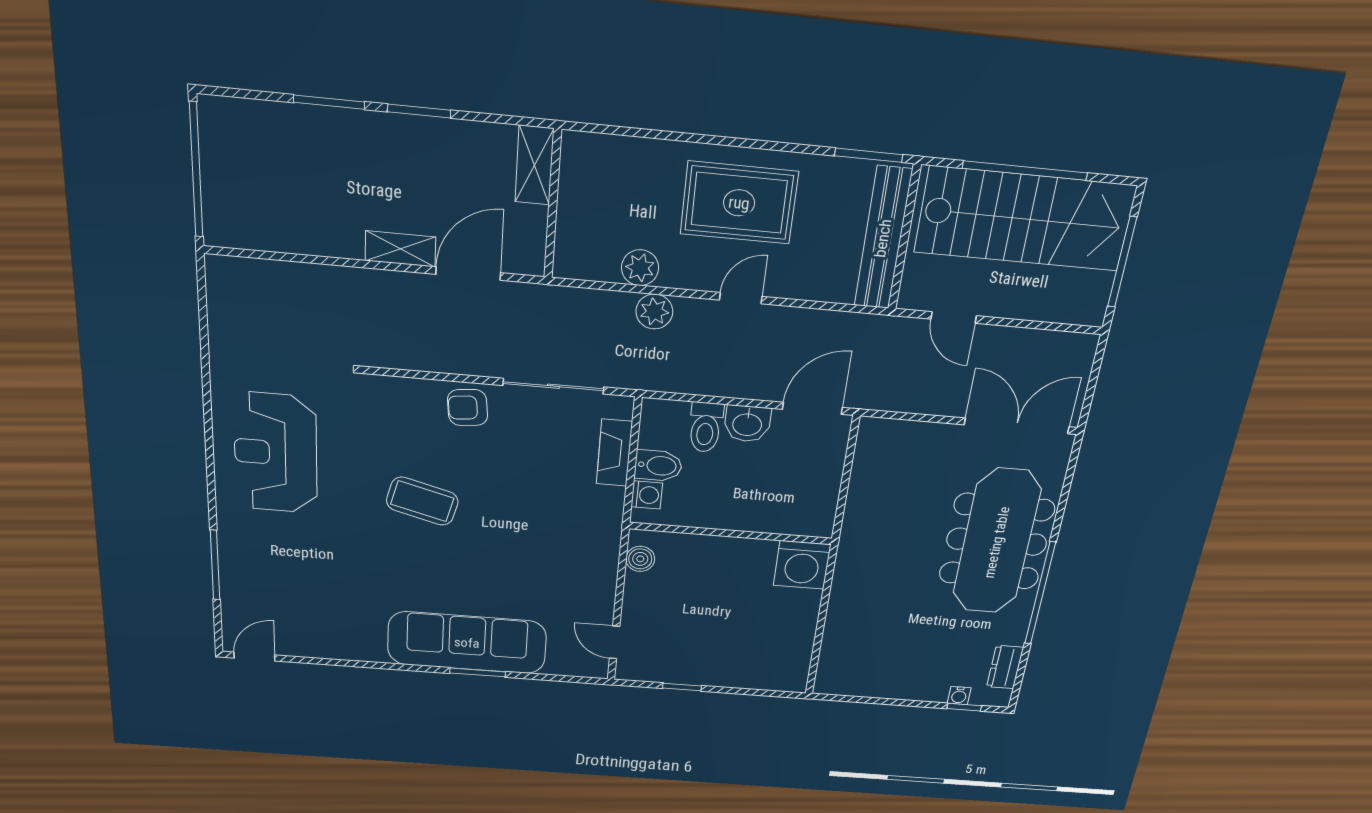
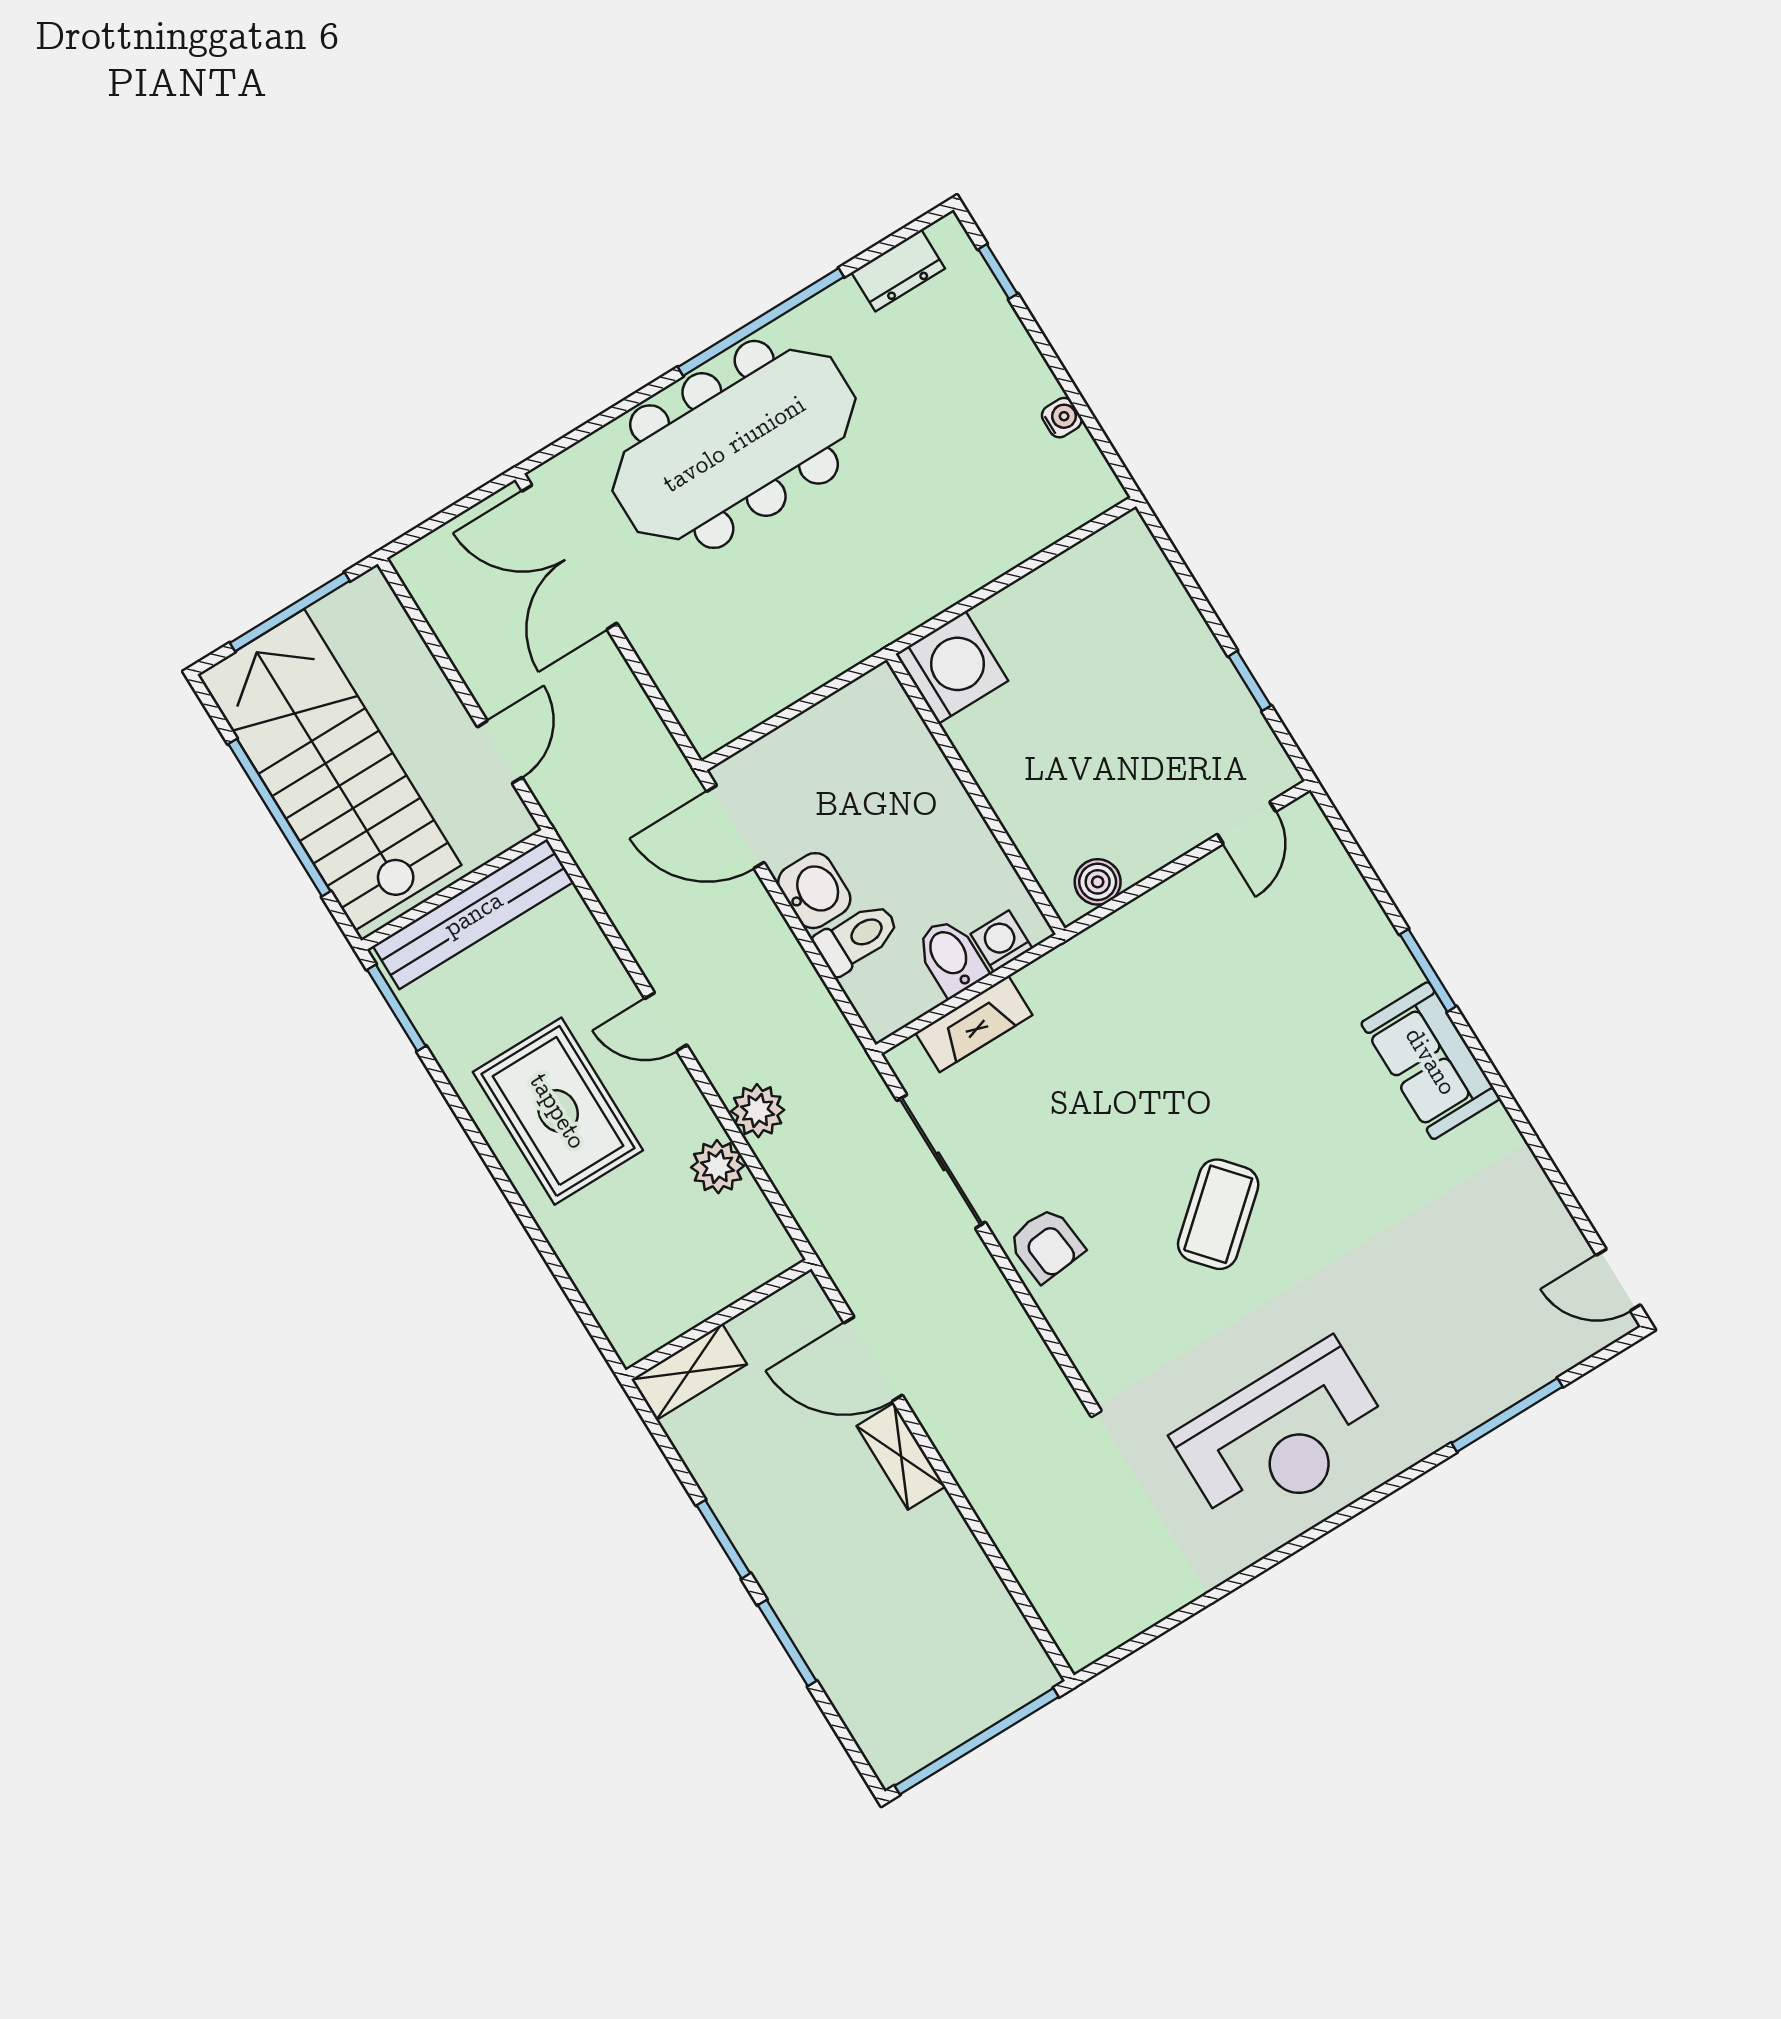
coffee table: (422, 501) -> (1218, 1214), turned 34
sofa: (467, 643) -> (1431, 1061), width x0.54, depth x0.79
water cooler: (959, 696) -> (1062, 418), moved

